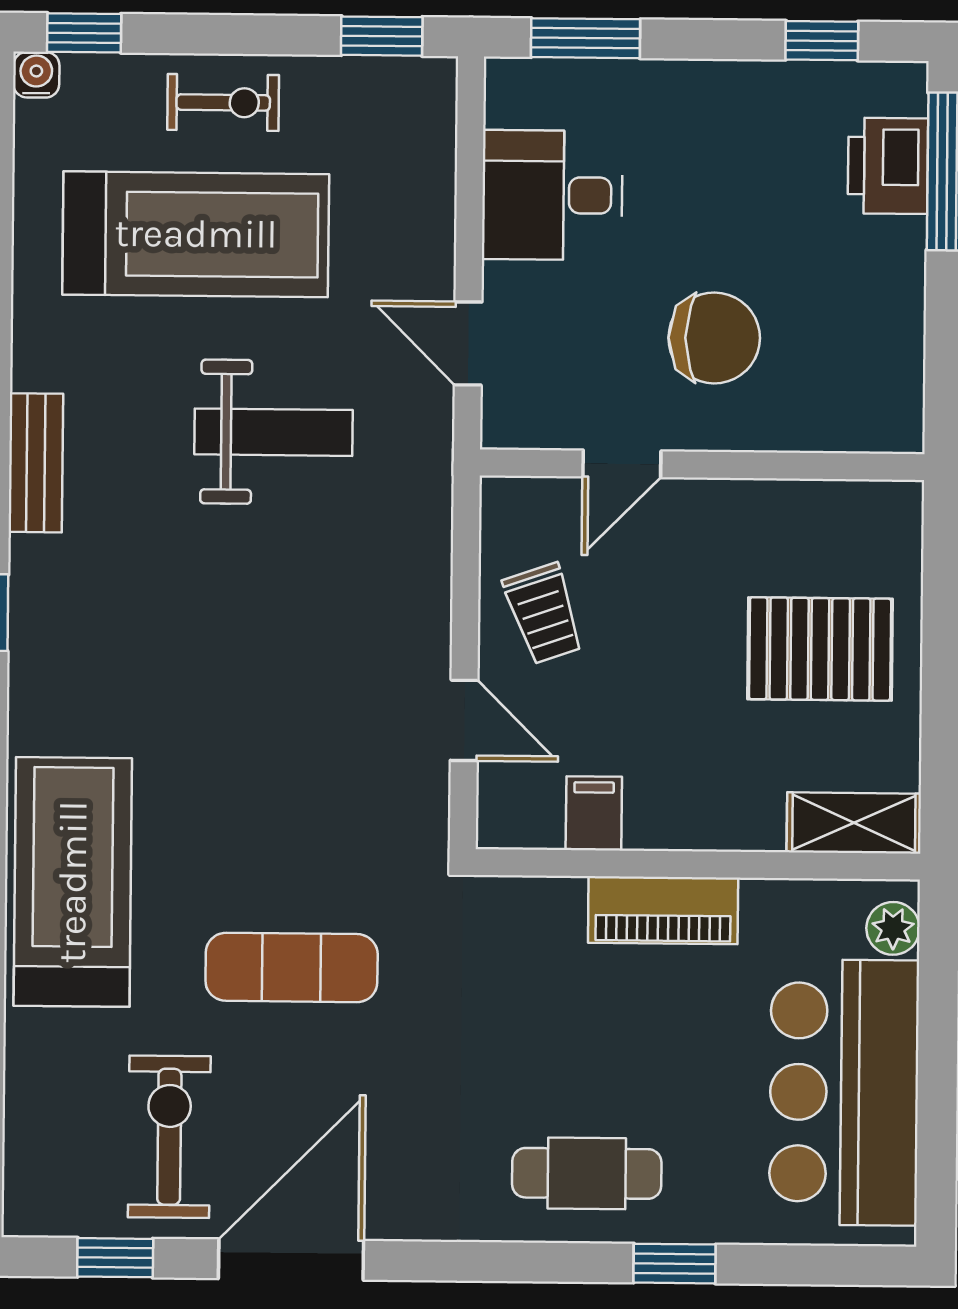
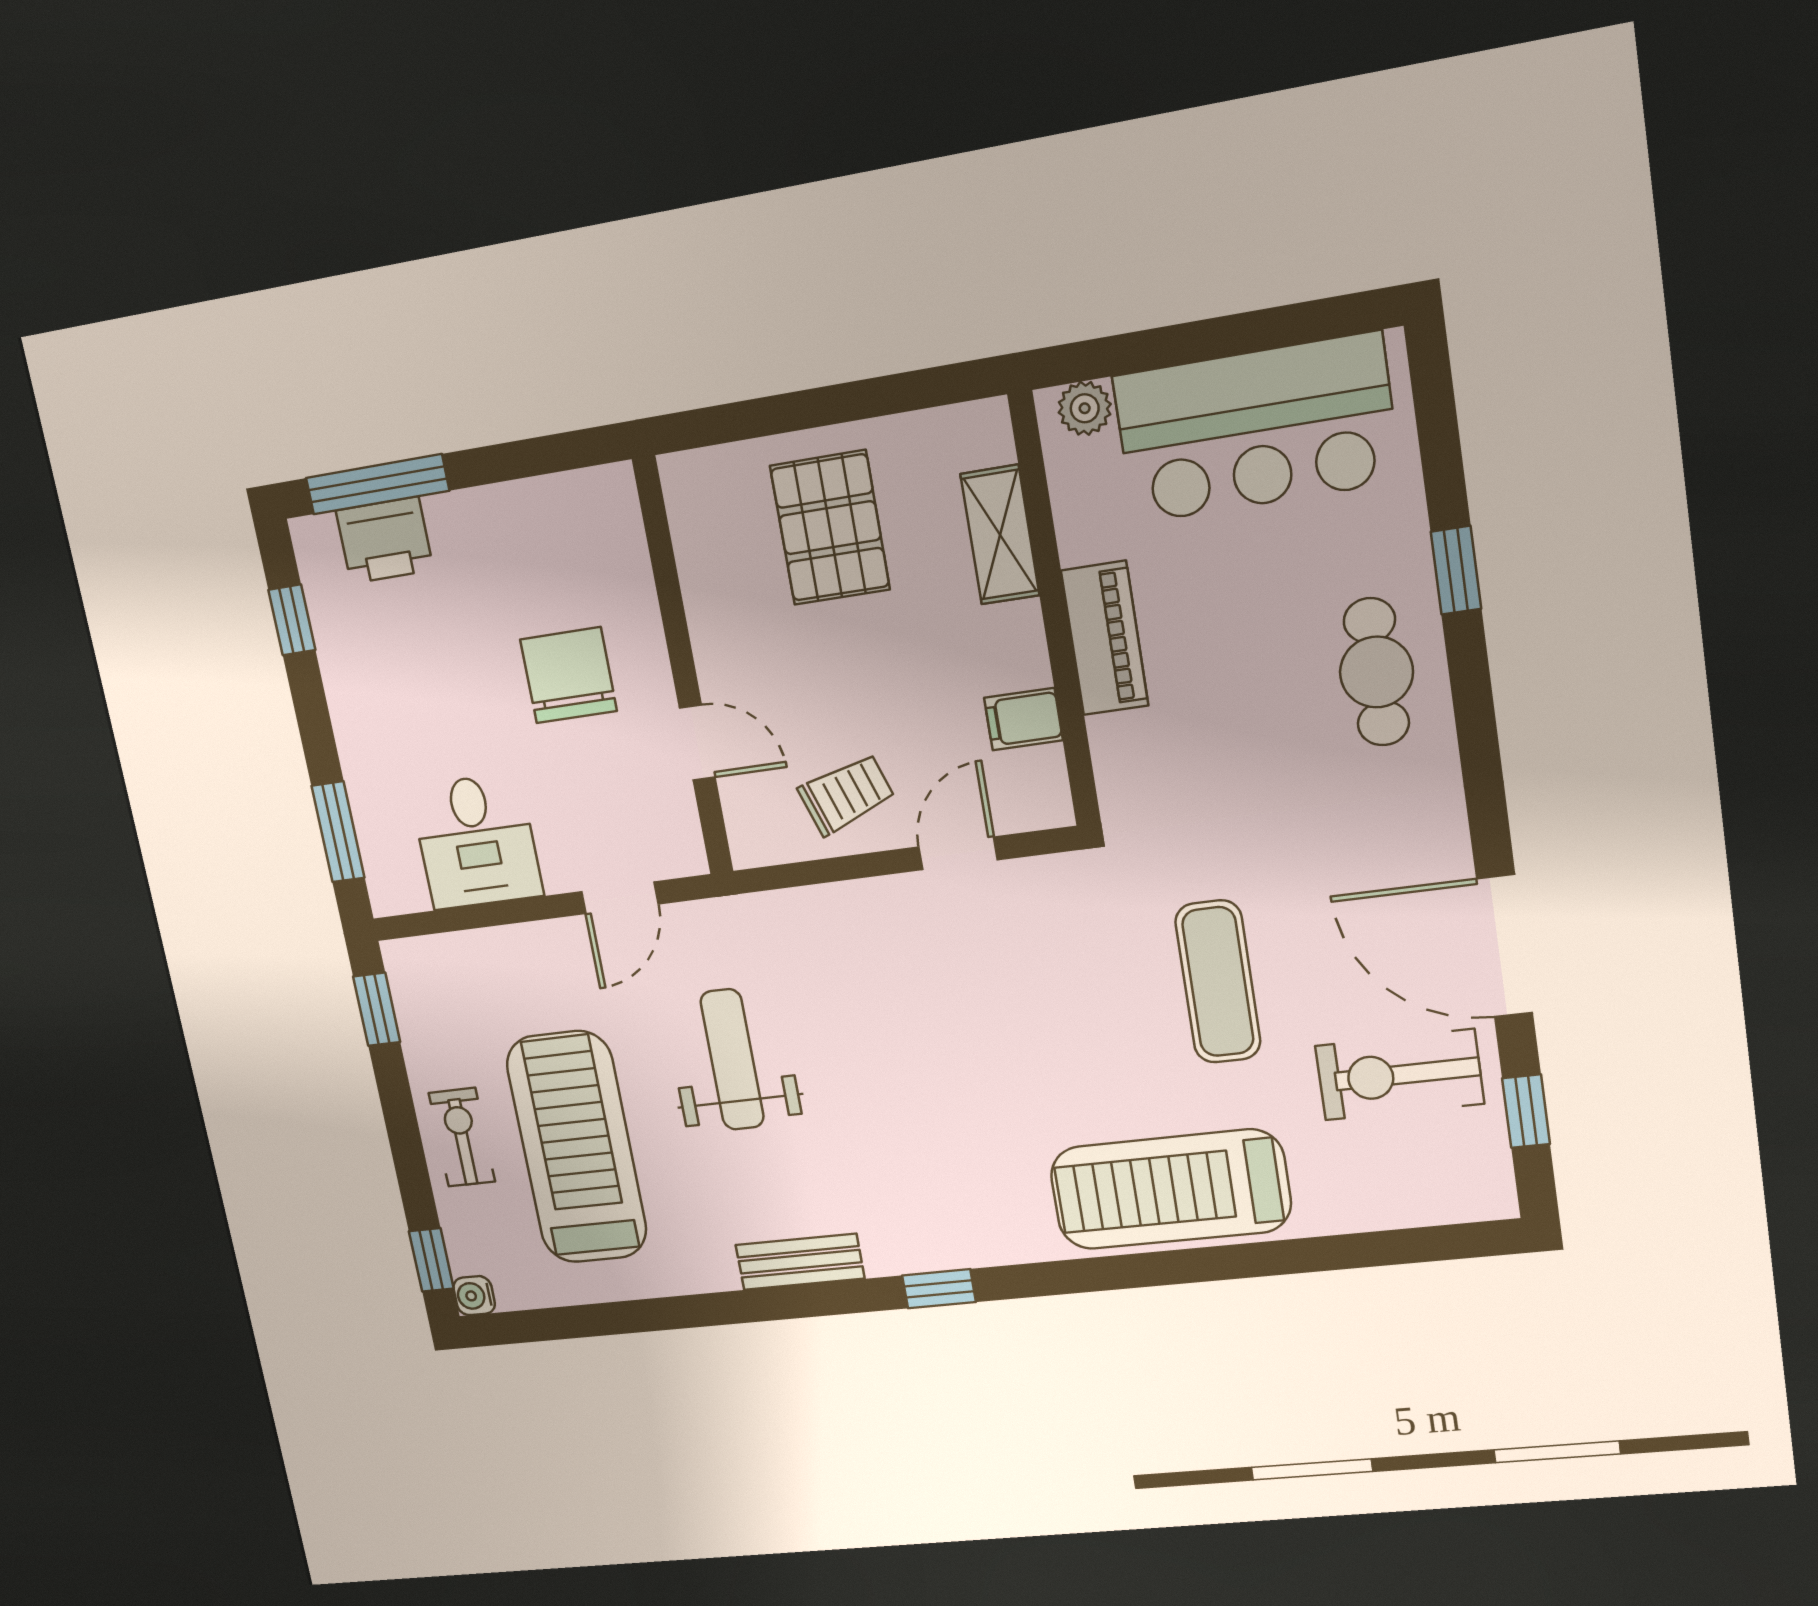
shelving: (854, 823) -> (1000, 535), moved

